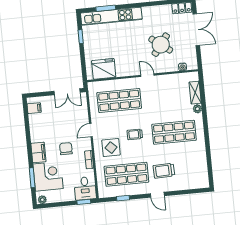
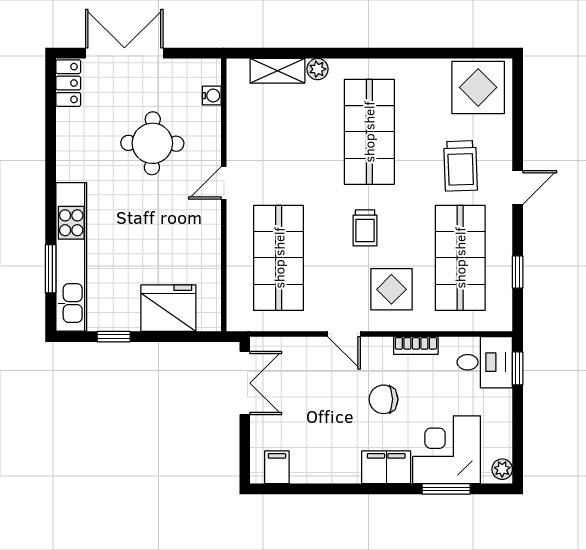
round table: (161, 45) -> (152, 143), turned -36
fridge: (104, 69) -> (168, 308), moved, turned 90
display table: (196, 175) -> (478, 87), added

